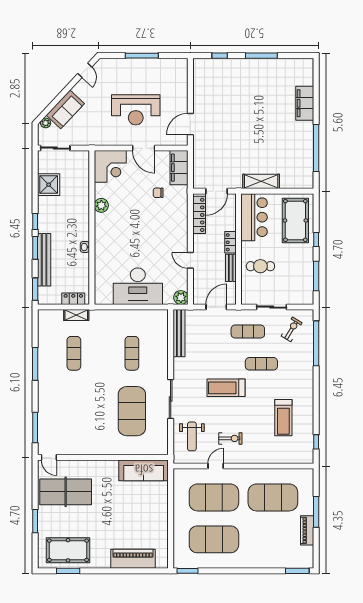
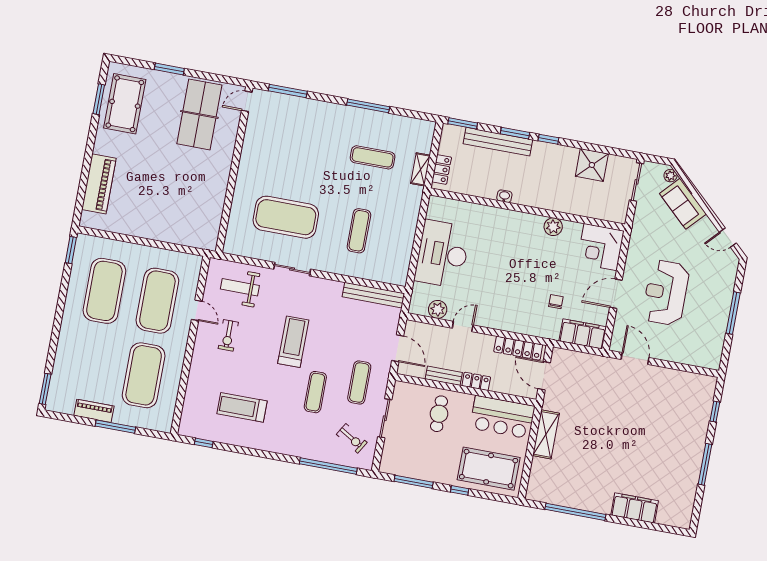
plant: (181, 297) -> (438, 309), moved
exercise mat: (132, 353) -> (359, 231), turned 90
sliding door: (171, 399) -> (292, 269), width x0.73
sofa: (144, 470) -> (208, 218), removed

